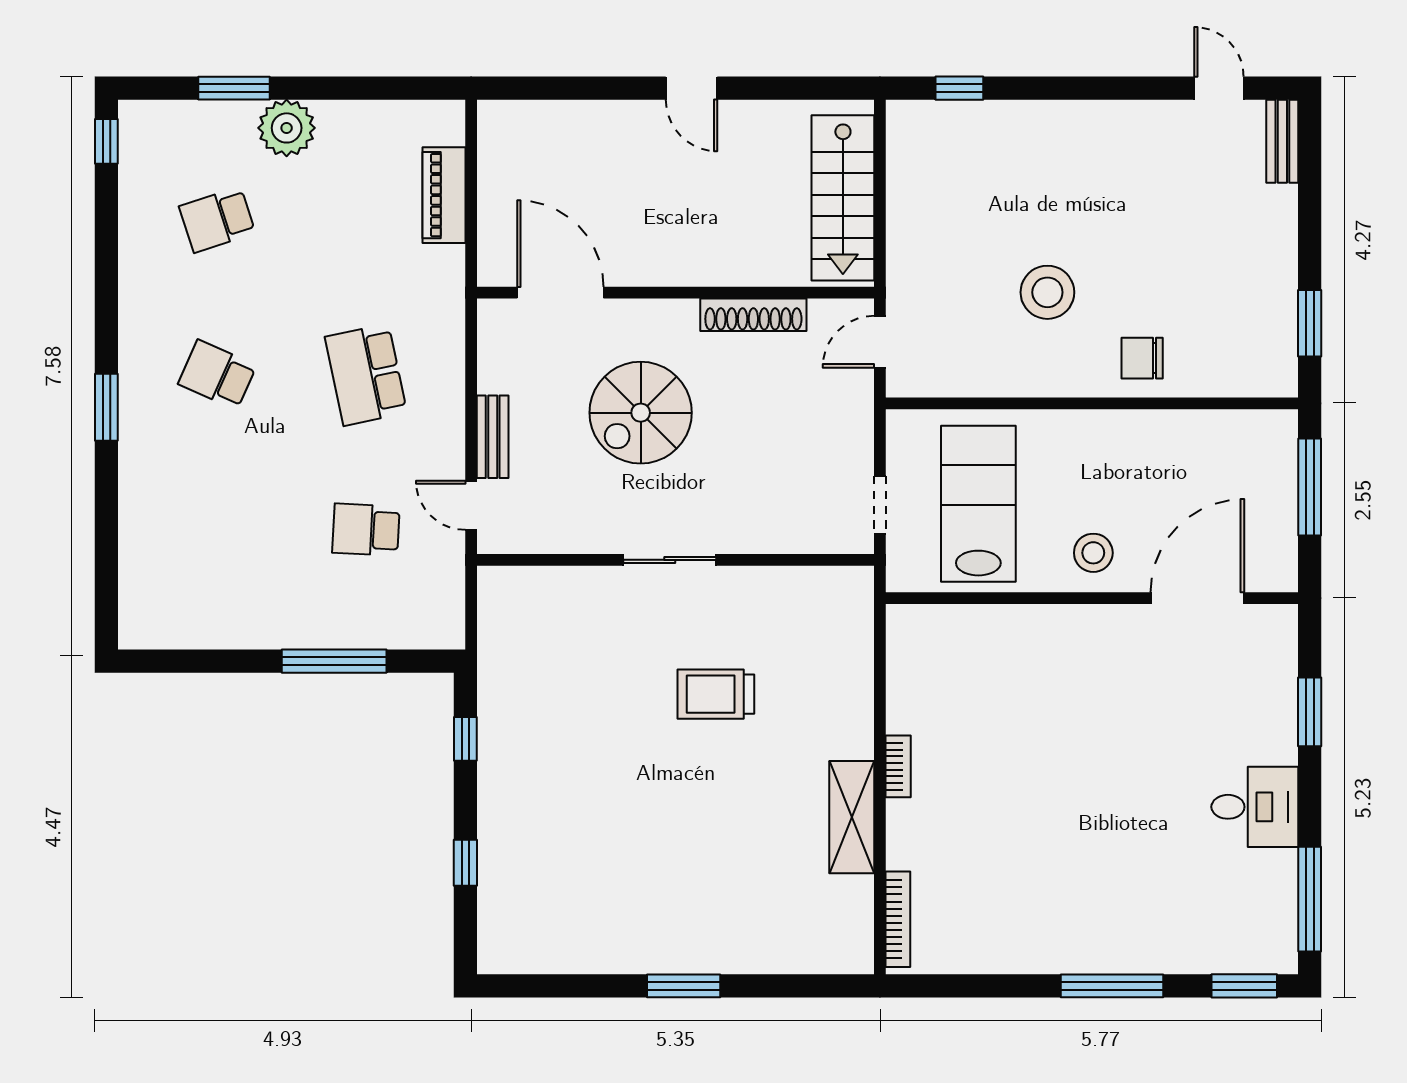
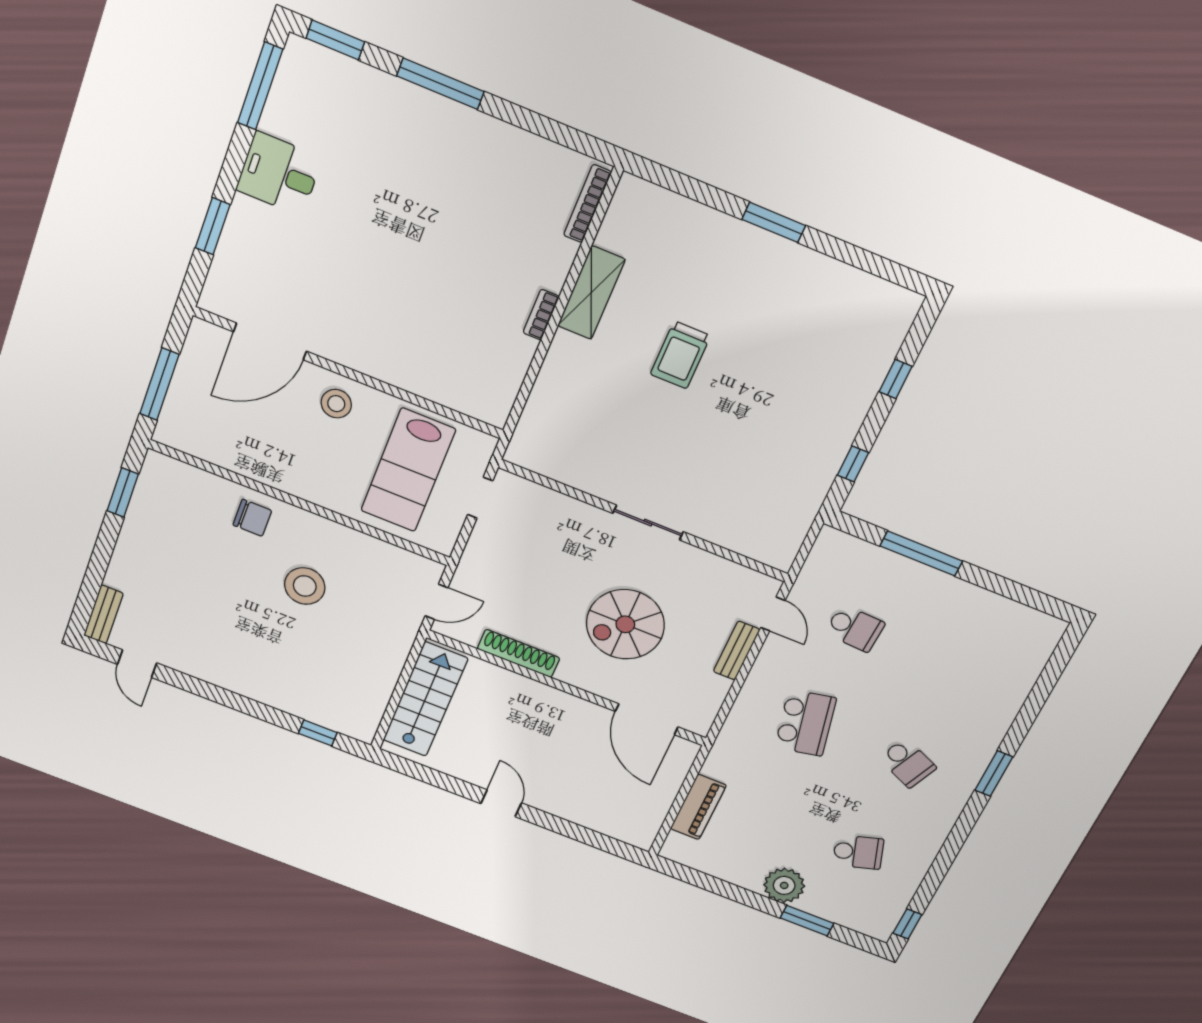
spiral stairs: (641, 413) -> (625, 624), turned 180
trolley: (716, 694) -> (680, 355), moved, turned 90

